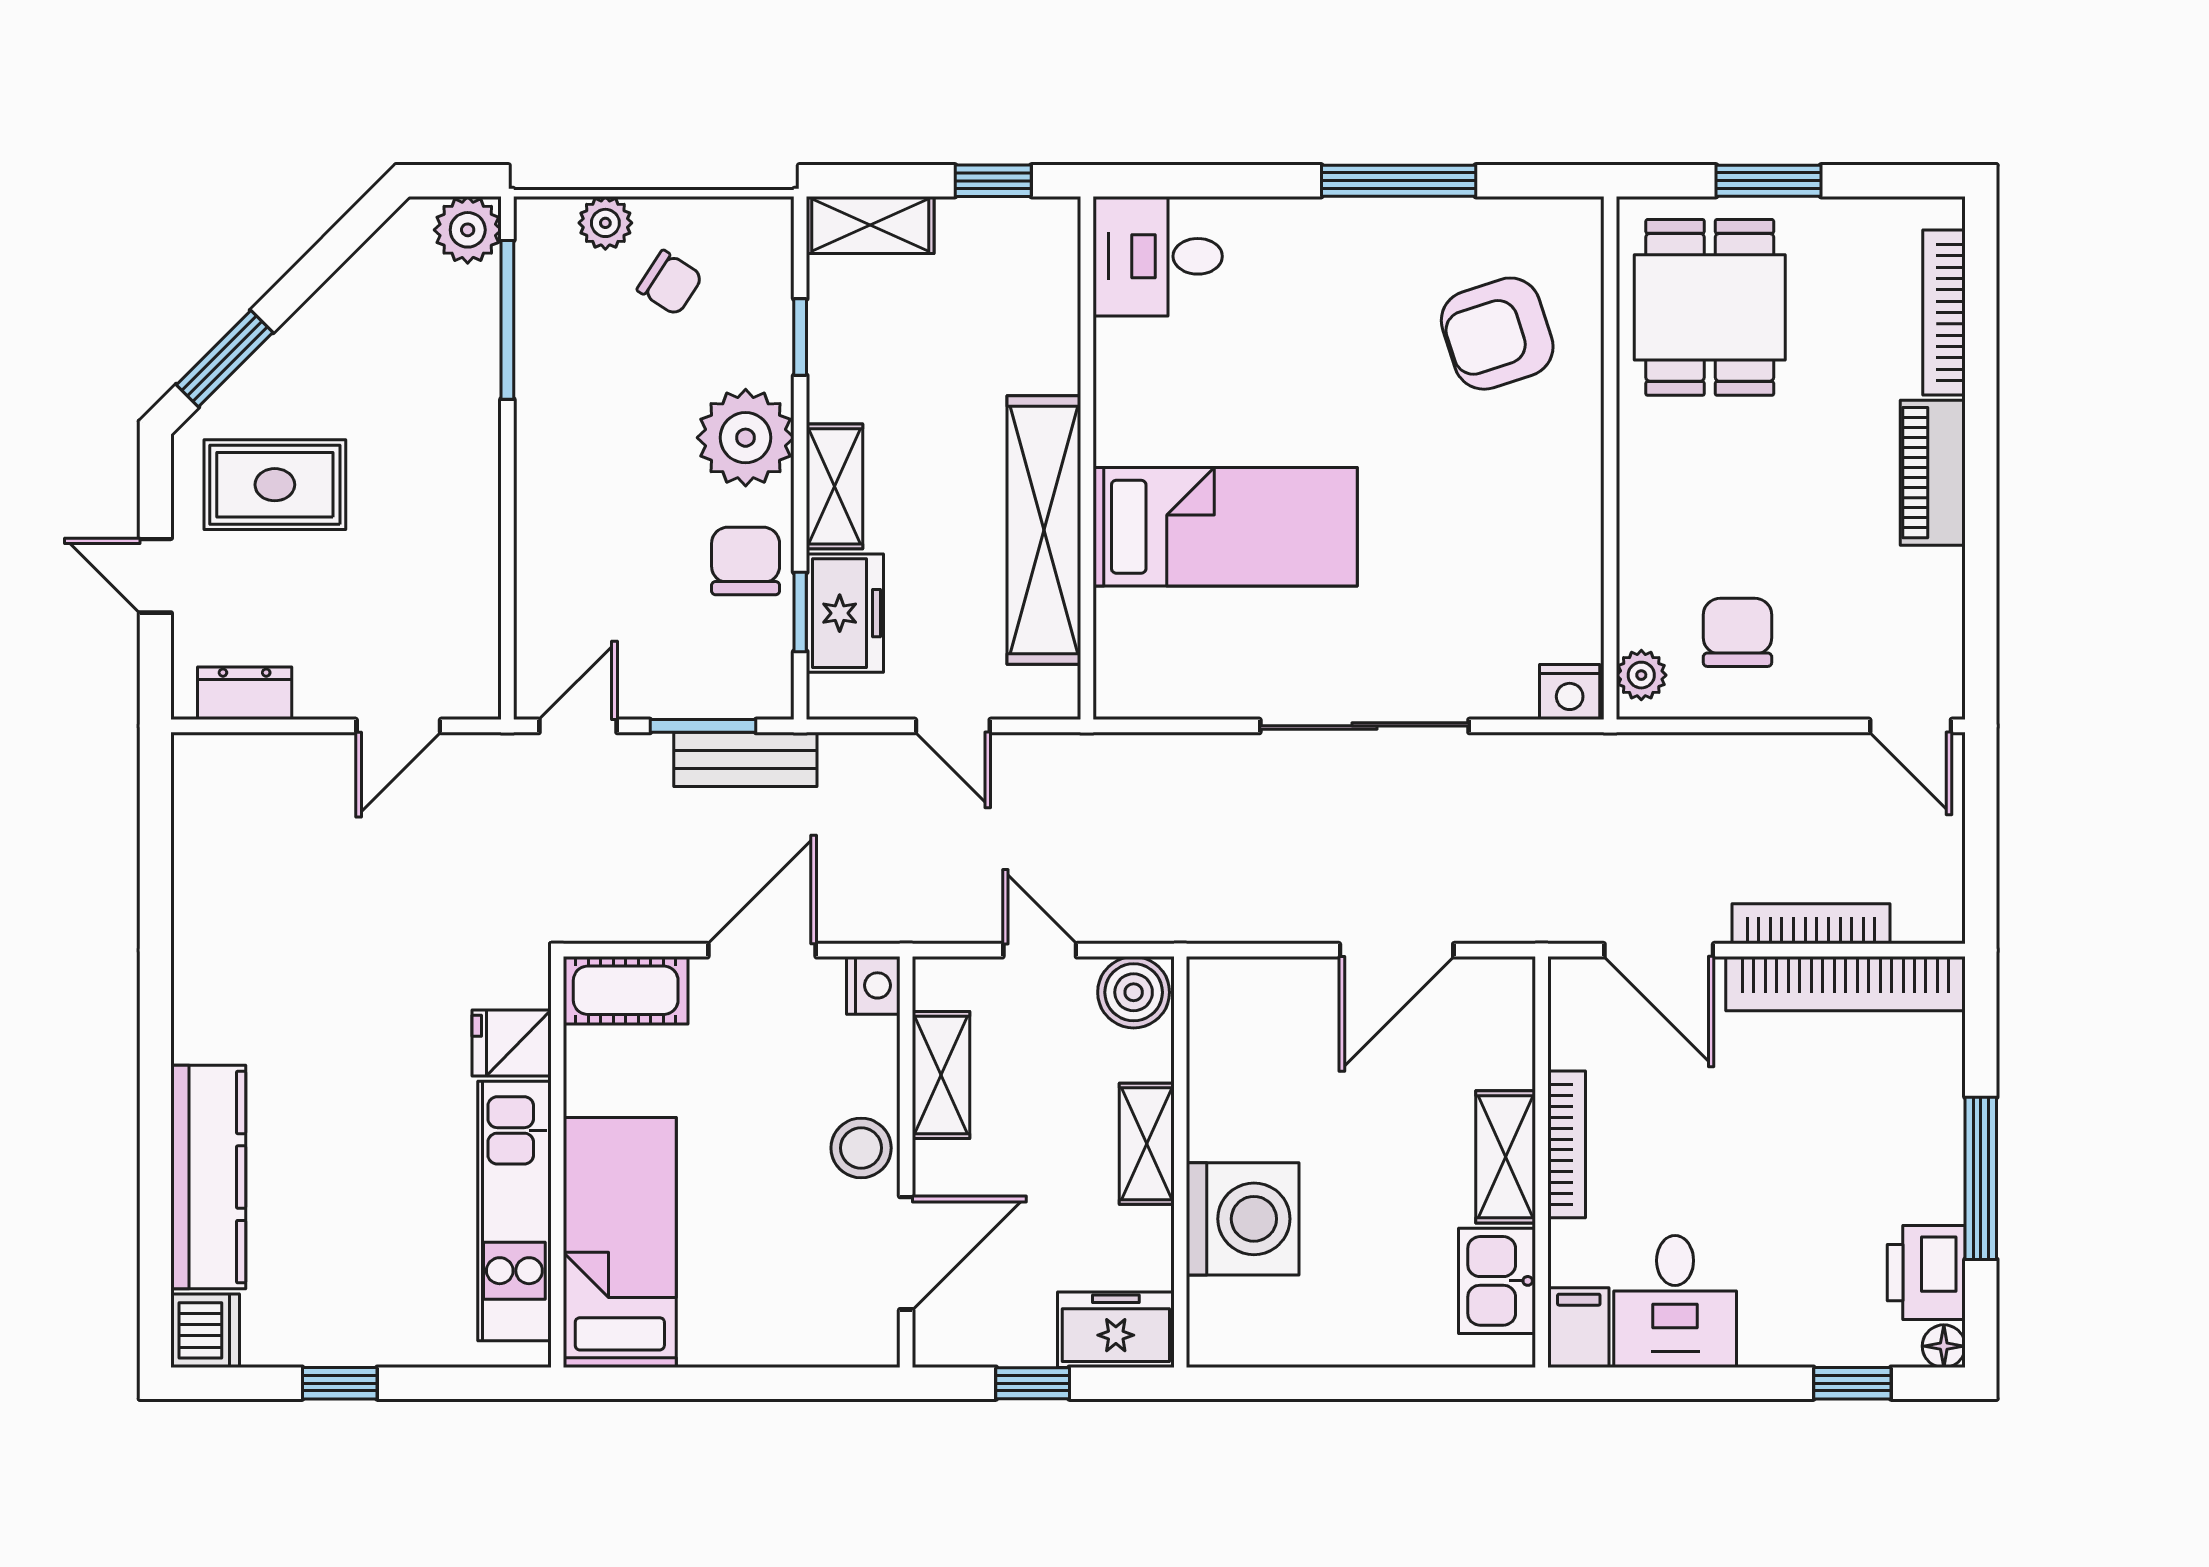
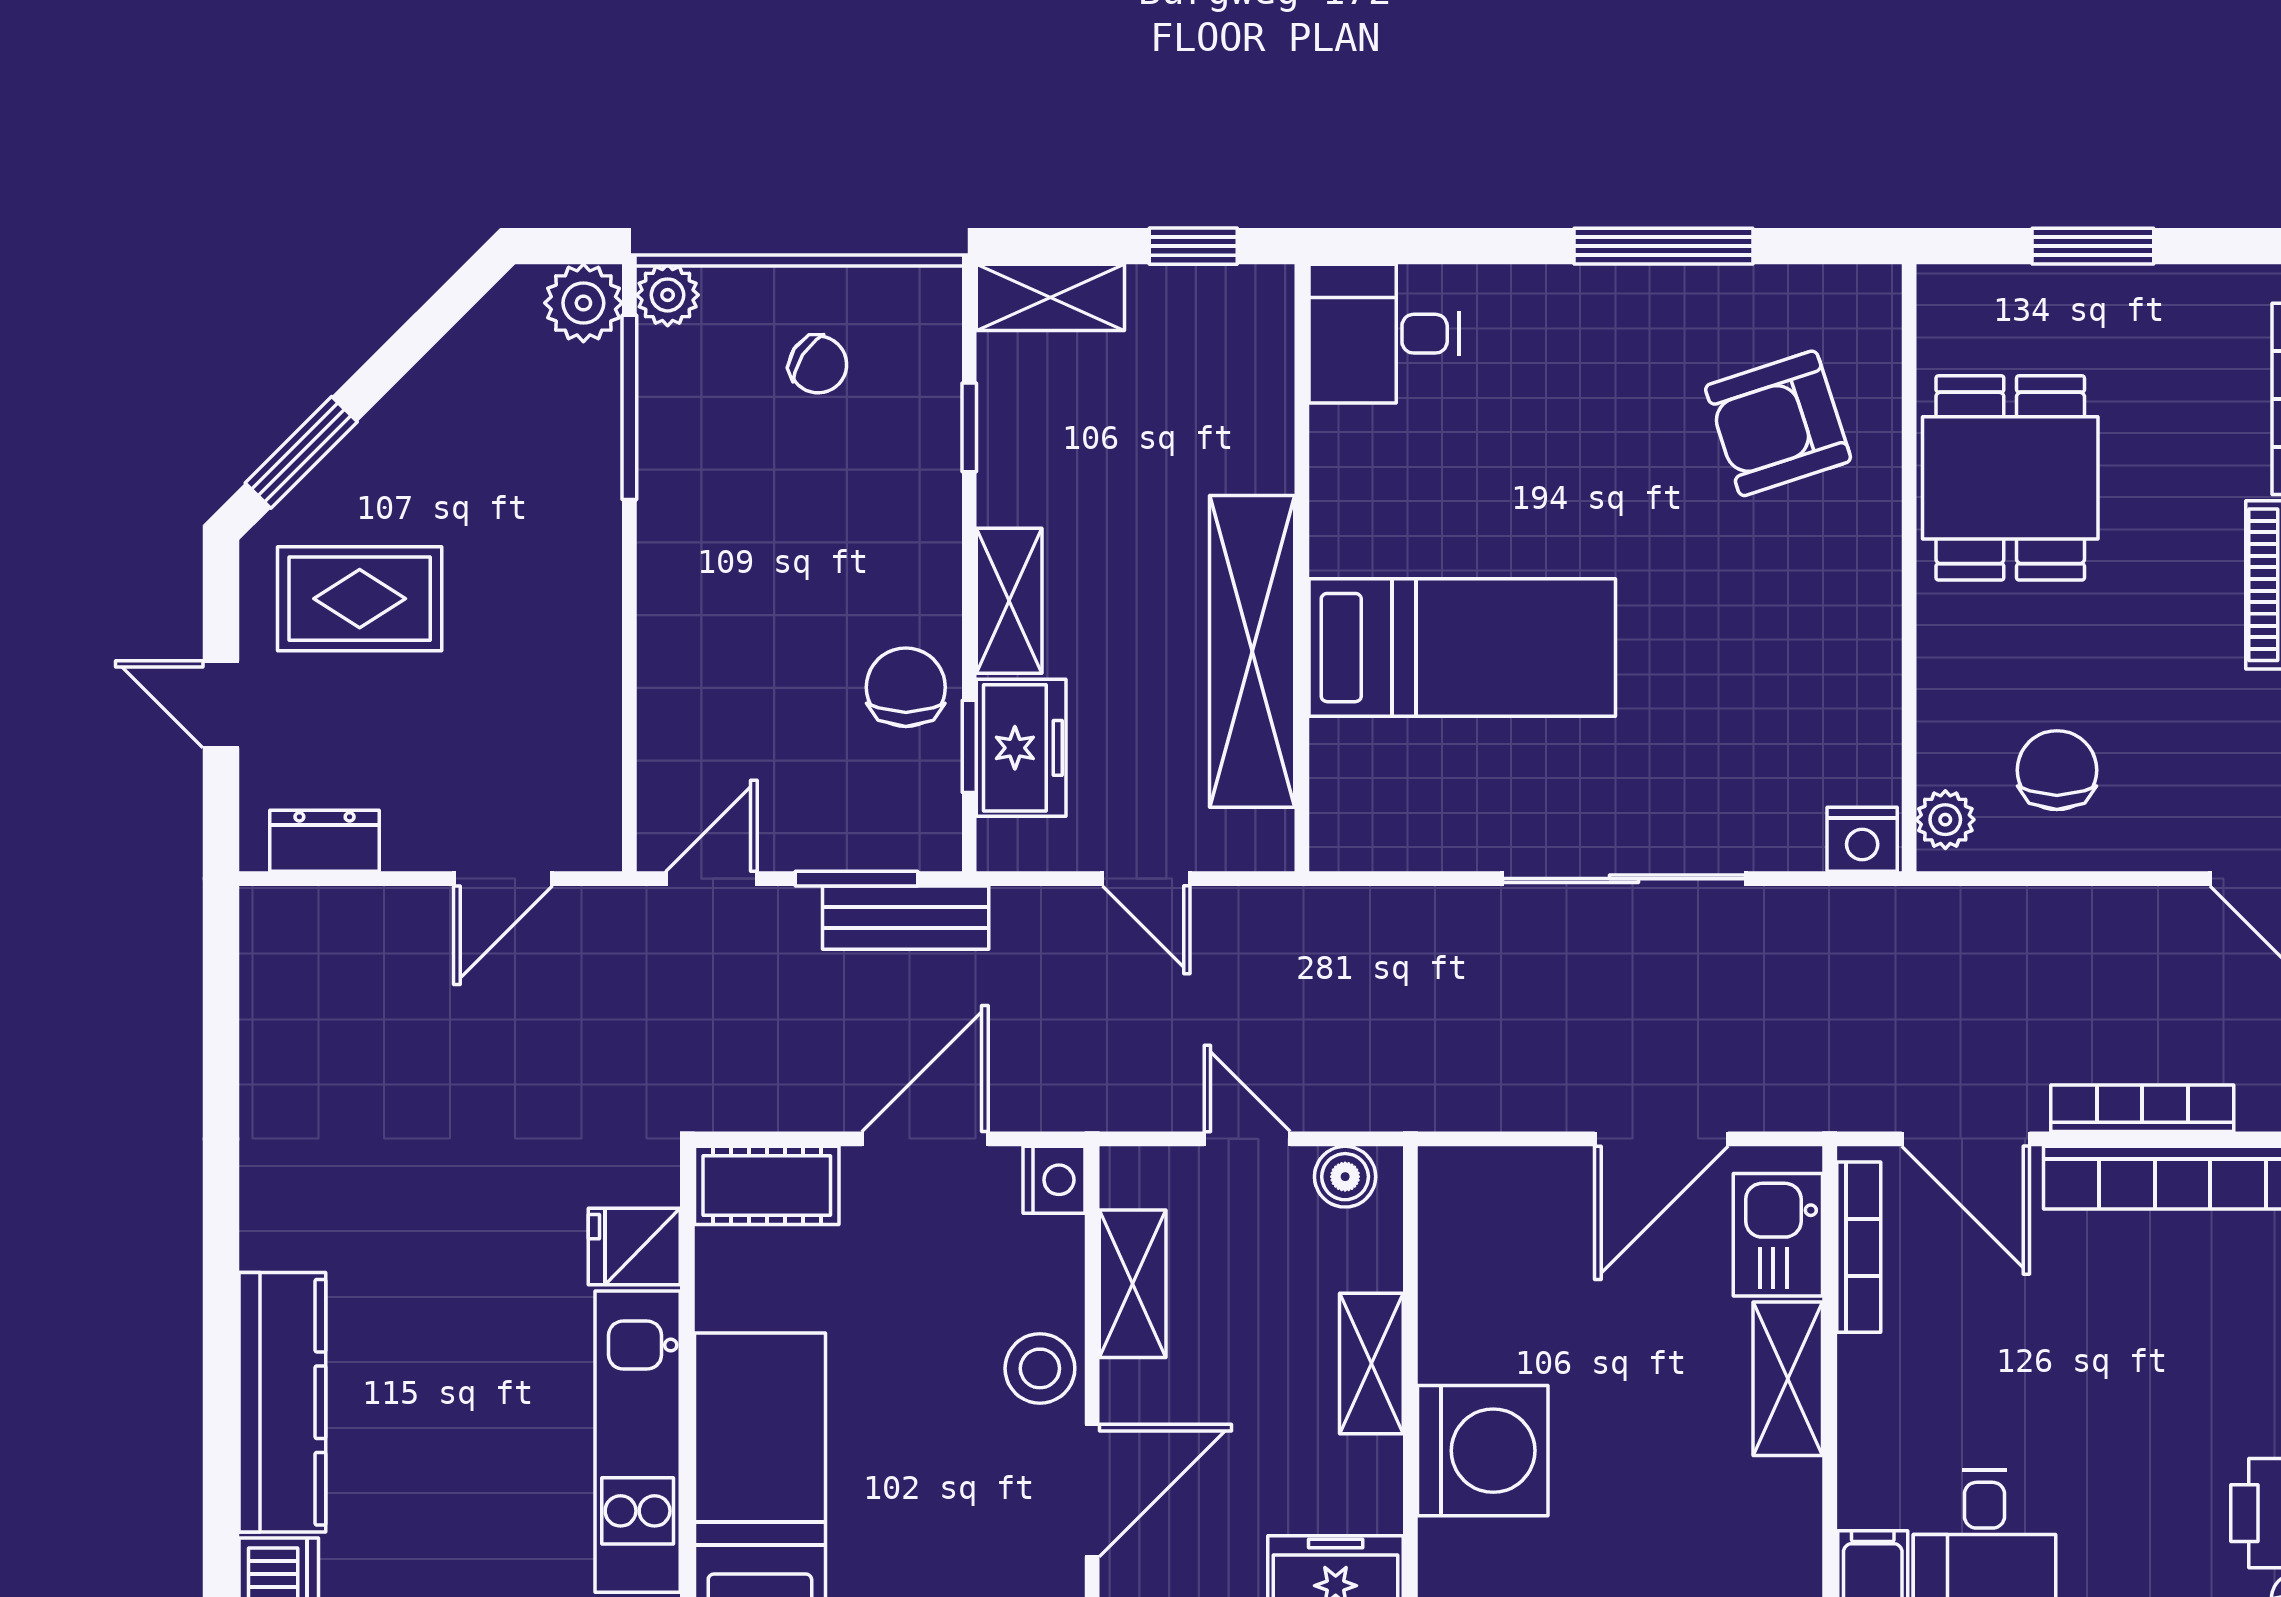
plant: (605, 223) -> (668, 295), moved
dining table: (1710, 307) -> (2010, 478), moved
plant: (746, 438) -> (906, 544), removed
boiler: (1134, 992) -> (1345, 1177), width x0.73, depth x0.73
bookcase: (1567, 1144) -> (1859, 1247), moved
kitchen sink: (1497, 1281) -> (1778, 1235), moved

